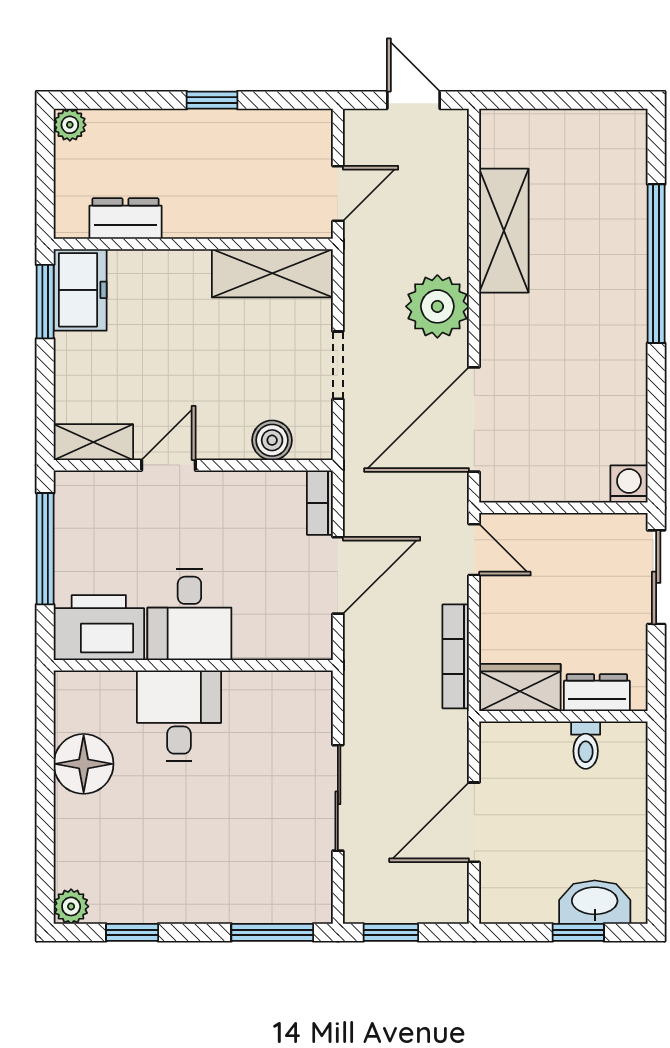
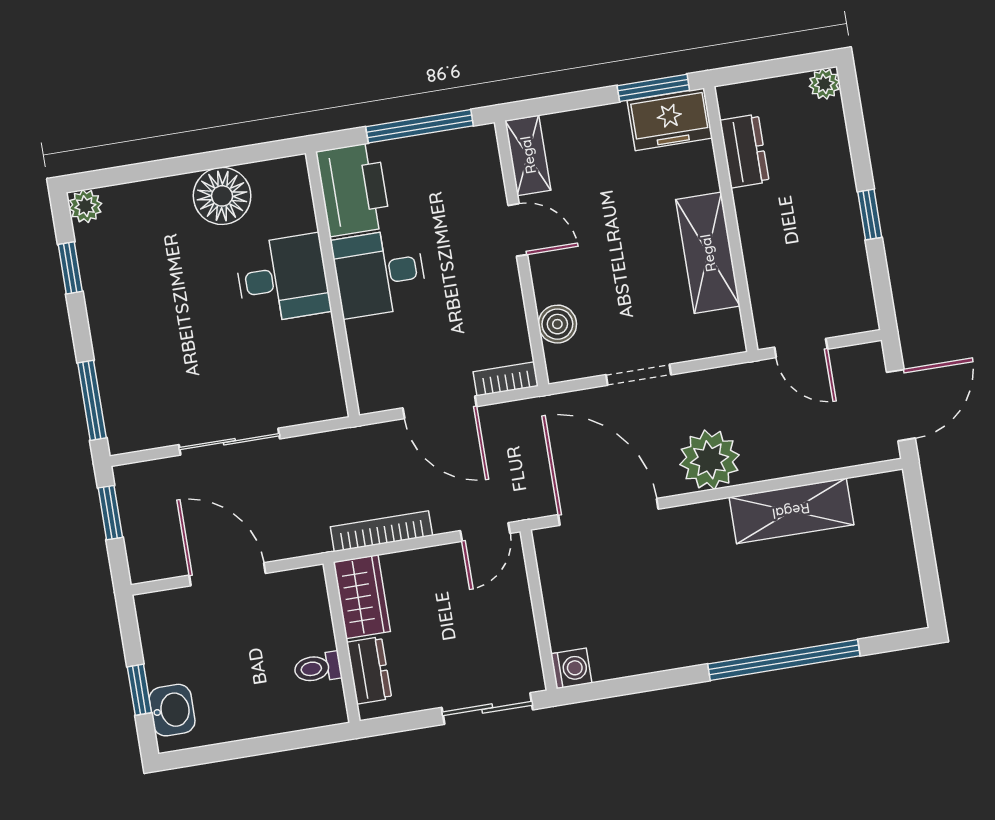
door: (414, 100) -> (901, 405), width x1.38
shelving: (272, 273) -> (708, 253), moved
washbasin: (595, 902) -> (172, 710), width x0.72

